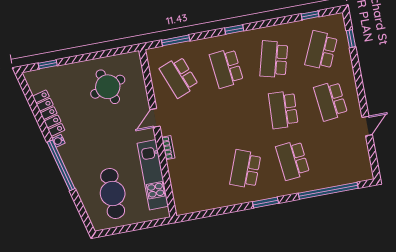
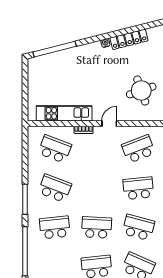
door: (155, 118) -> (109, 124), hinge flipped
window: (61, 165) -> (55, 49), moved
school desk: (198, 178) -> (55, 149), added
cafe table: (113, 193) -> (55, 78), removed
window: (265, 202) -> (25, 199), width x1.44

